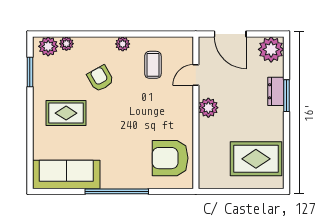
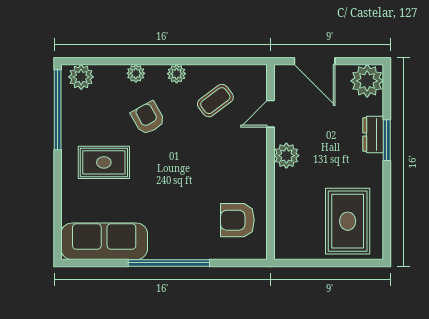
plant: (66, 44) -> (136, 73), moved
coffee table: (153, 65) -> (215, 101), turned 53
window: (30, 72) -> (58, 110), width x2.11
armchair: (170, 158) -> (237, 220), width x0.73, depth x0.73
rug: (256, 159) -> (348, 221), turned 90

